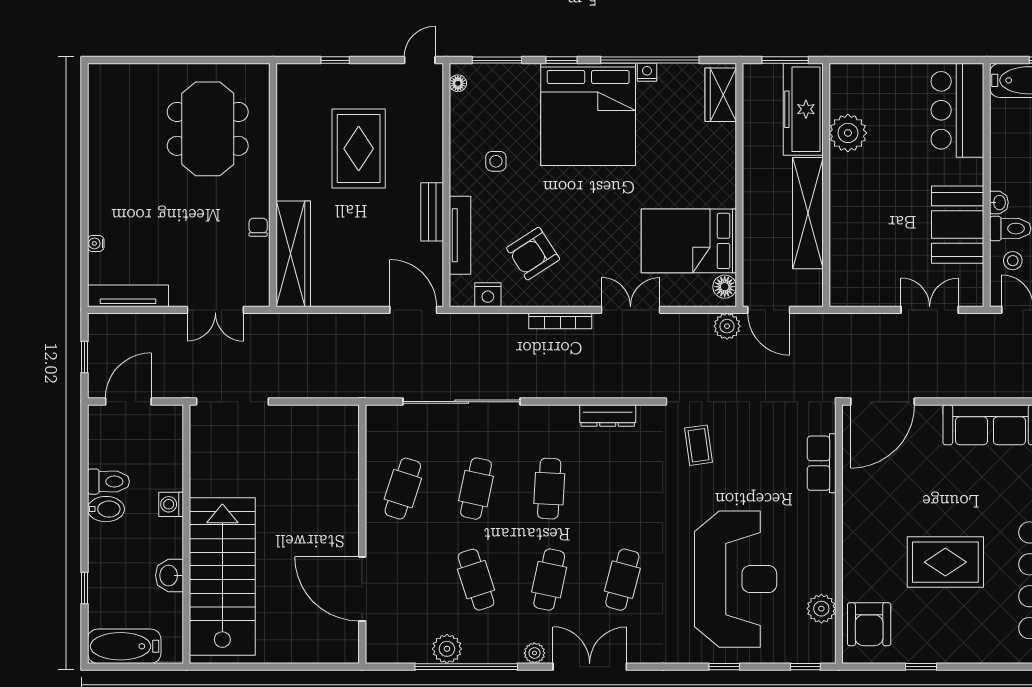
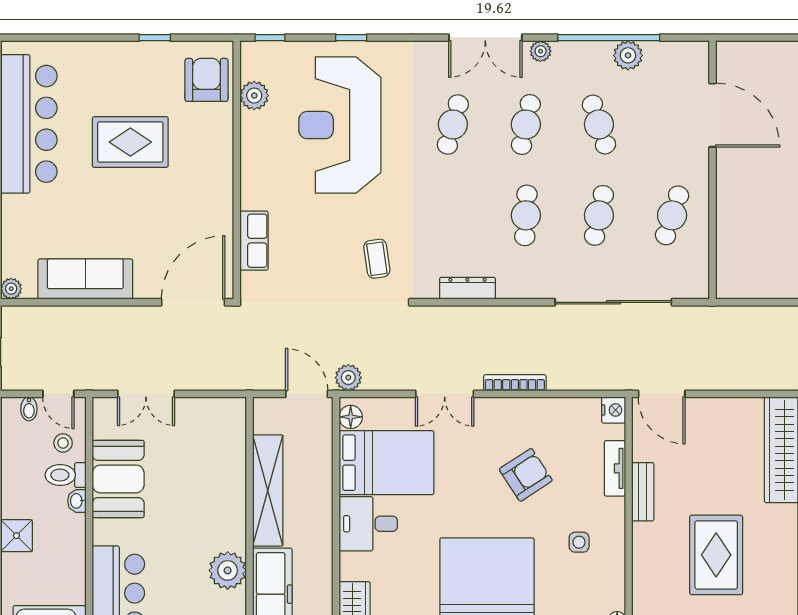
desk: (707, 180) -> (368, 524), added
tv unit: (460, 235) -> (615, 468), width x0.71
armchair: (533, 254) -> (526, 475), moved
nightstand: (488, 295) -> (614, 410), moved, turned 90

